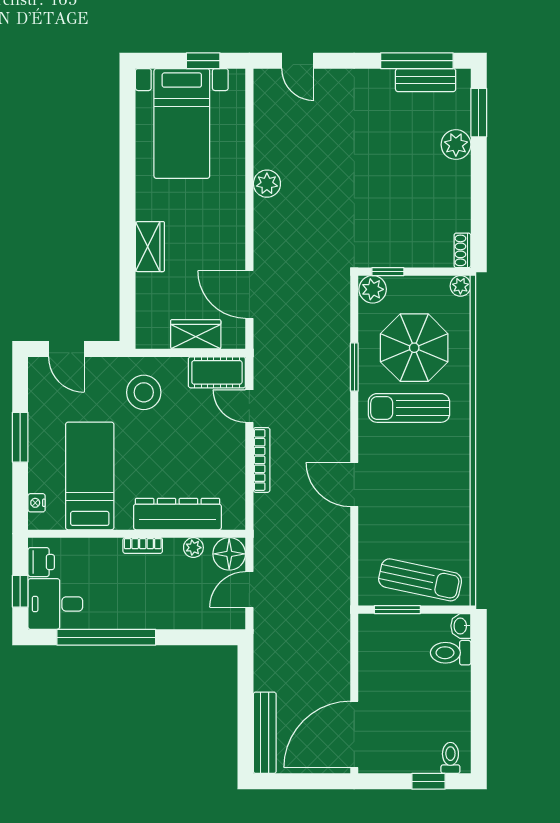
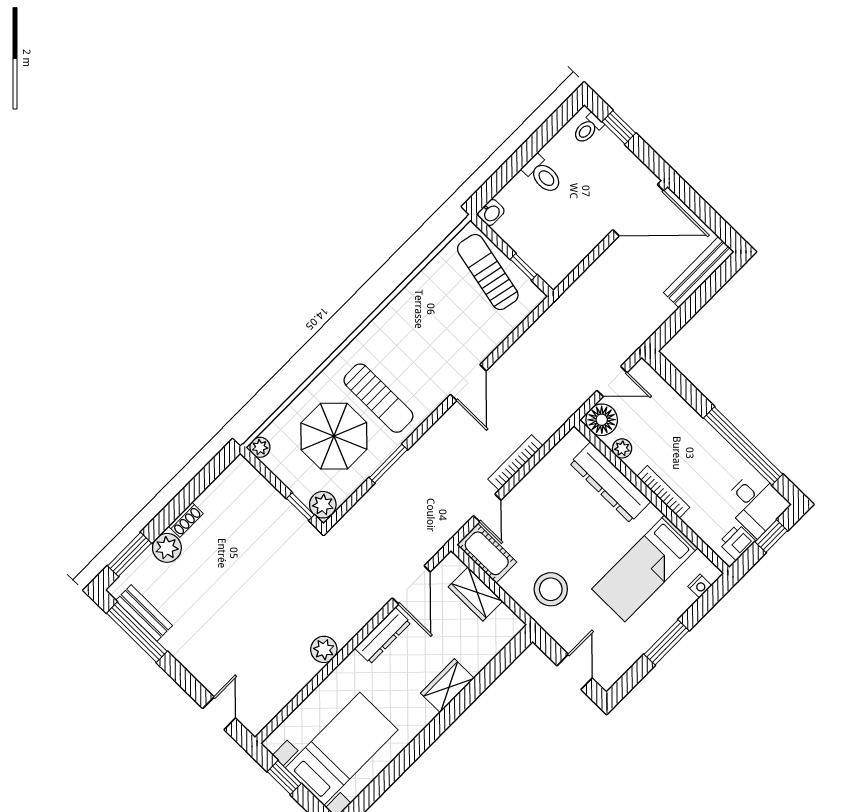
dresser: (234, 237) -> (383, 635), added
shoe rack: (462, 250) -> (186, 520), moved
bookcase: (143, 546) -> (663, 492), width x1.56
window: (397, 610) -> (524, 267), width x0.67
toilet: (451, 653) -> (543, 174), moved

